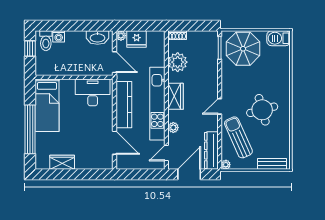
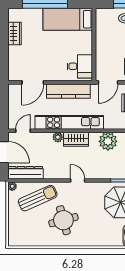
desk: (93, 92) -> (80, 66), width x0.73
door: (220, 106) -> (78, 180), moved
plant: (173, 128) -> (58, 137), moved
door: (166, 153) -> (23, 131), hinge flipped
bench: (272, 164) -> (13, 229), removed

